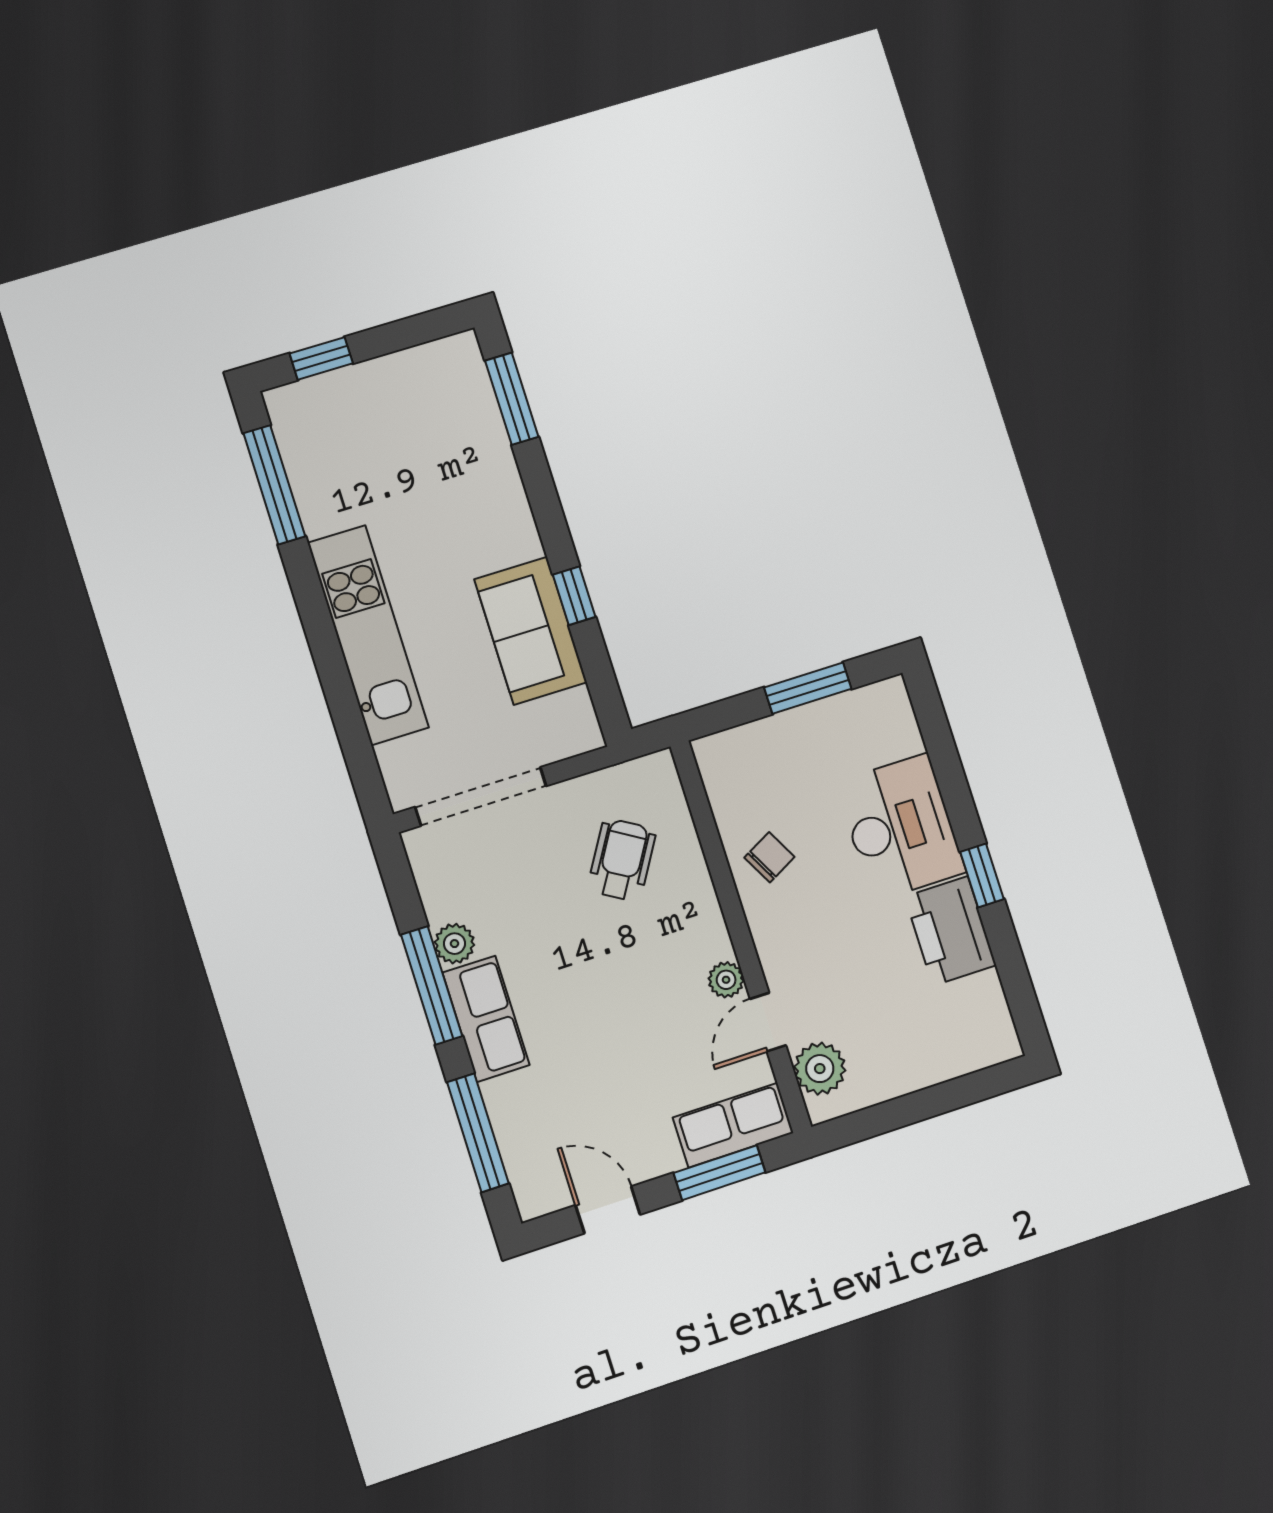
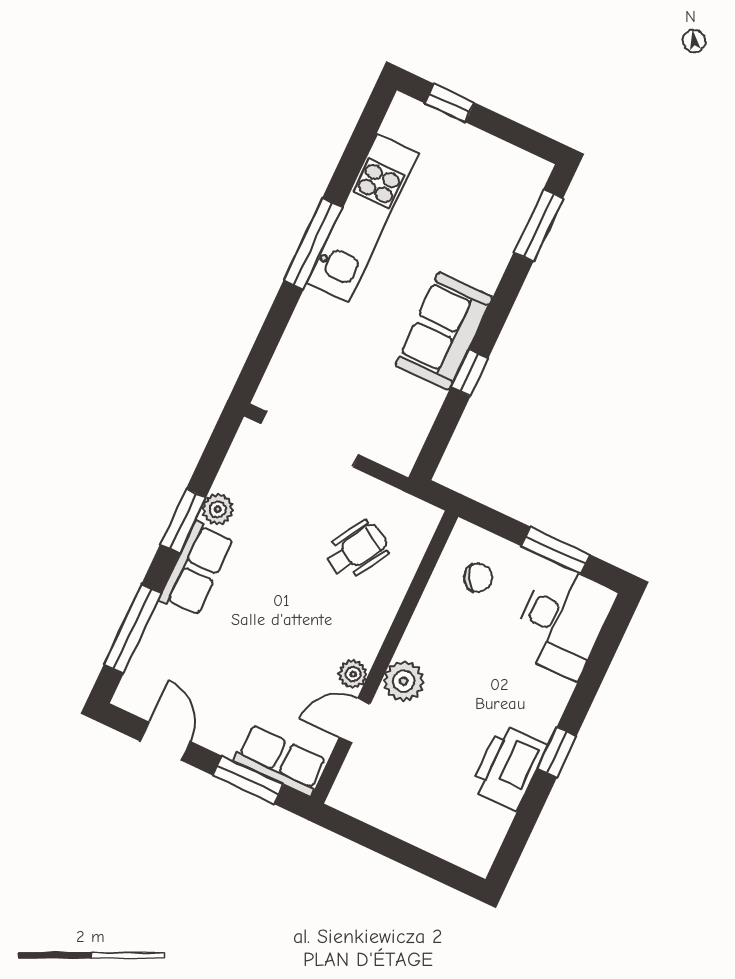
window: (274, 485) -> (313, 244), moved
sofa: (531, 631) -> (444, 331), moved
kitchen unit: (368, 635) -> (363, 218), moved
desk: (901, 827) -> (563, 621), moved
chair: (769, 857) -> (478, 578), moved
window: (432, 985) -> (183, 521), width x0.69
plant: (820, 1069) -> (404, 681), moved

